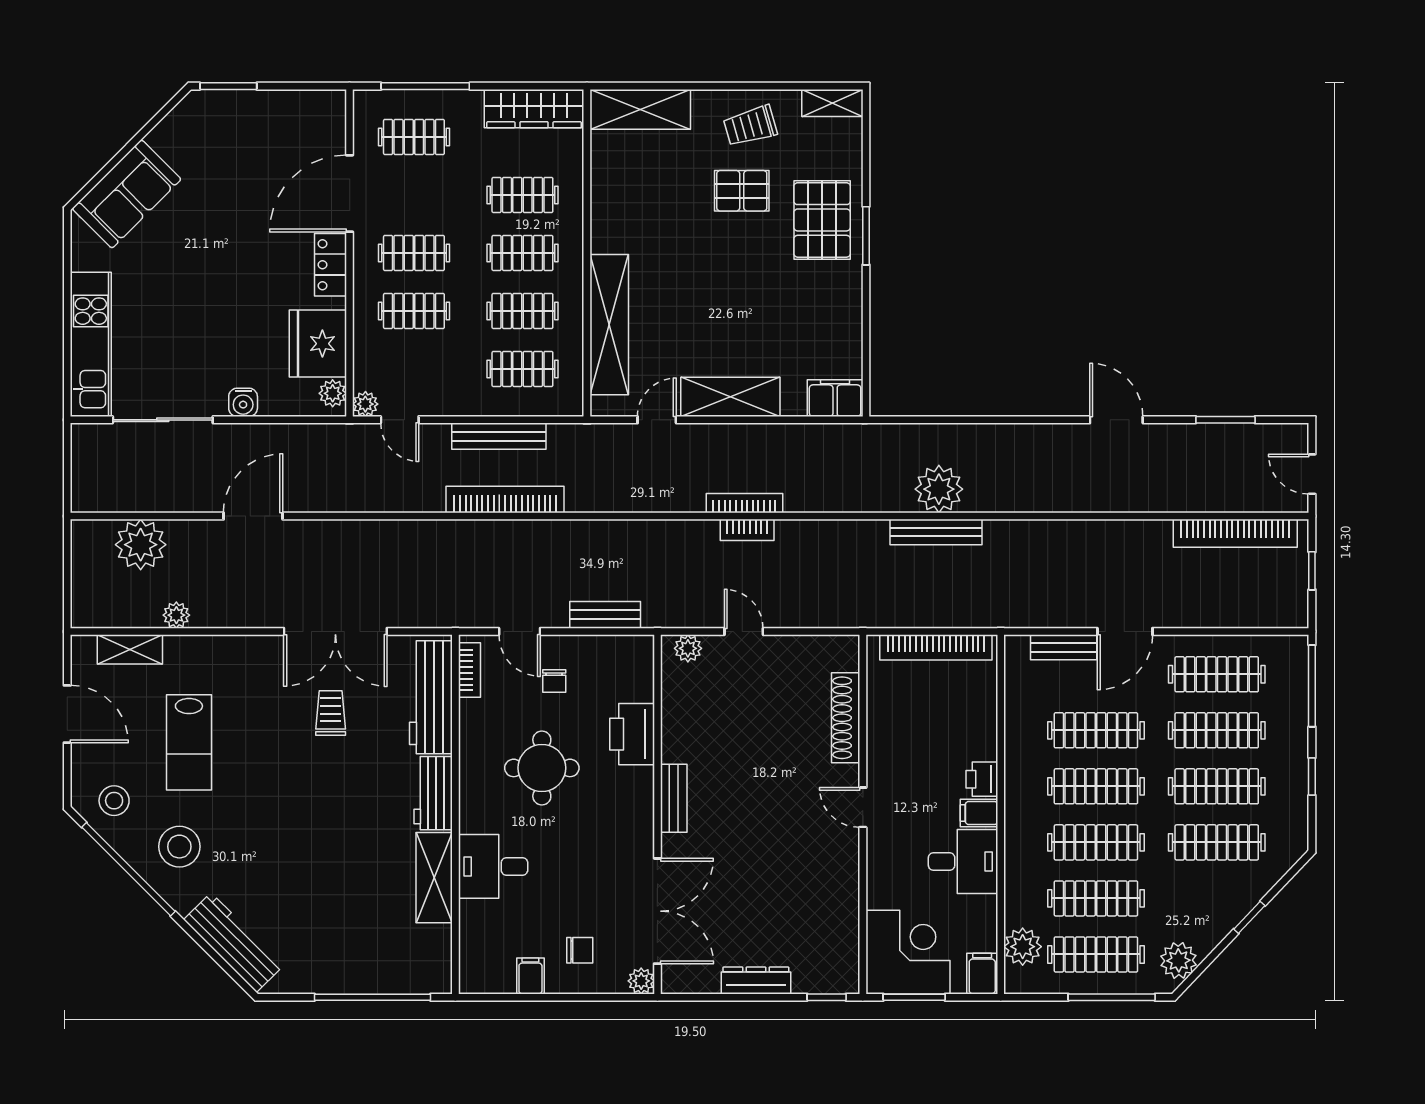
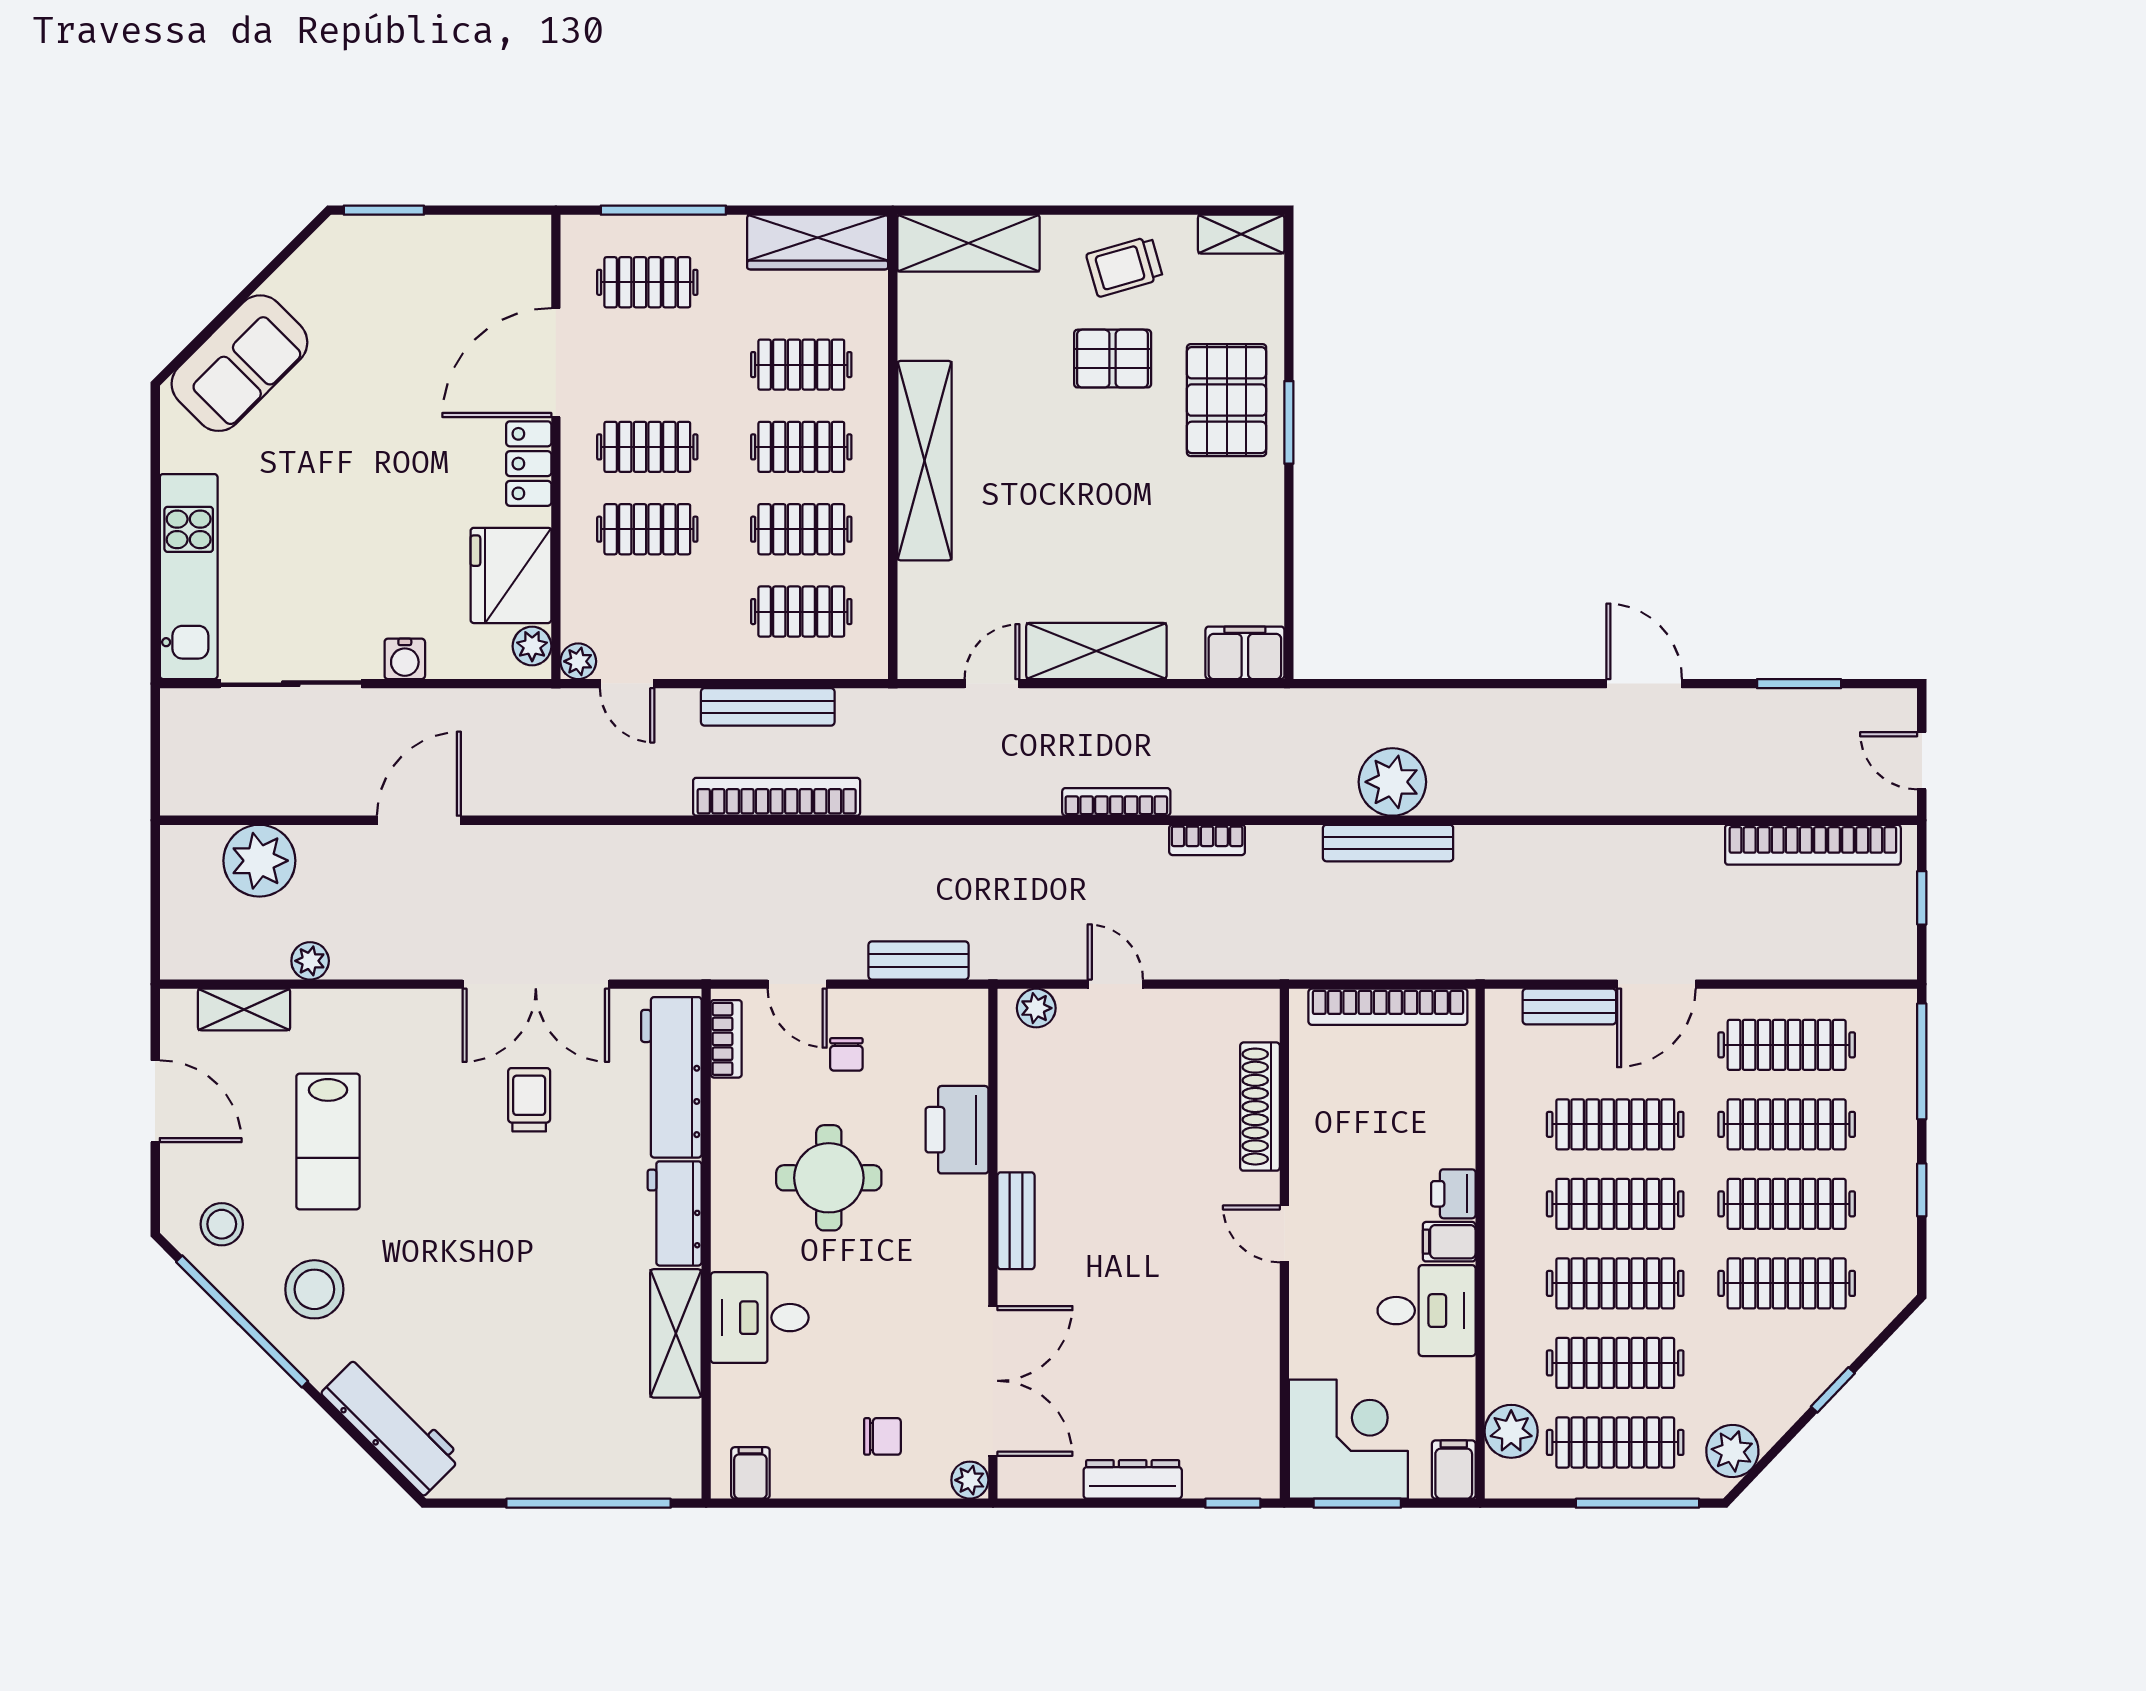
shelving: (609, 325) -> (925, 461), moved
bookcase: (747, 530) -> (1207, 840), moved
filing cabinet: (530, 976) -> (750, 1473), moved

